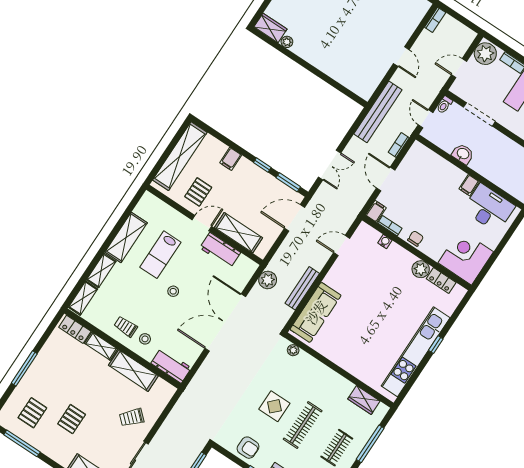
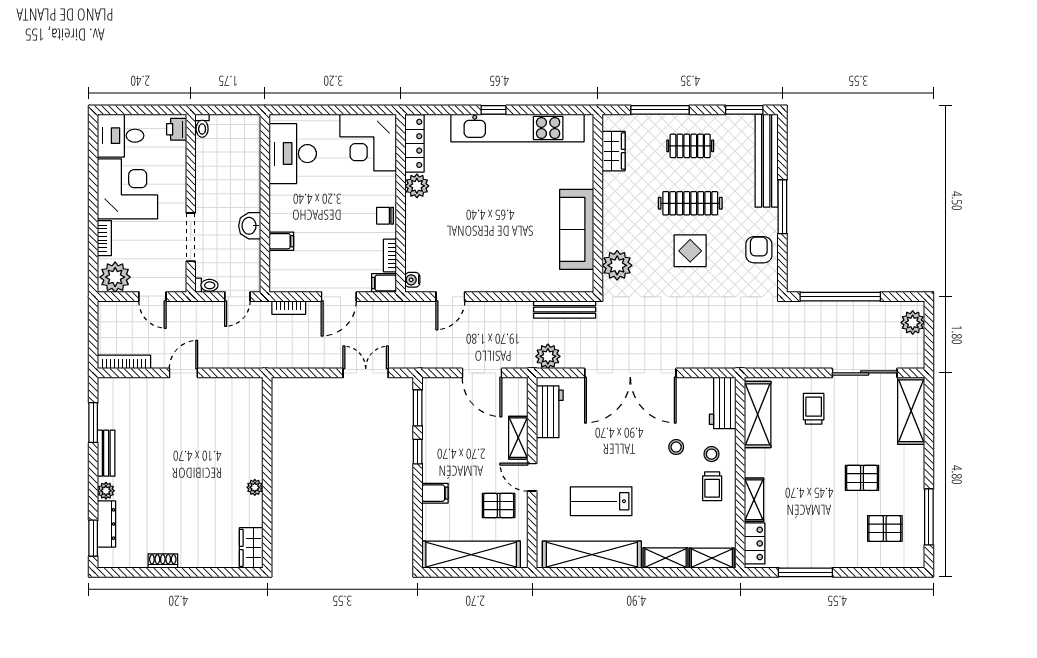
bookcase: (435, 20) -> (124, 362), width x1.56
plant: (287, 42) -> (255, 487), moved
bench: (378, 112) -> (266, 358), removed
filing cabinet: (469, 185) -> (281, 241), moved
door: (295, 218) -> (482, 373), moved
shelving: (238, 233) -> (518, 438), width x0.67, depth x0.75
shelving: (126, 237) -> (592, 555), width x1.47
water cooler: (385, 242) -> (412, 280), moved
door: (342, 246) -> (450, 297), hinge flipped
workbench: (220, 250) -> (550, 412), moved
lab bench: (160, 255) -> (601, 501), turned 180
locker: (441, 281) -> (414, 143), width x1.53
bench: (302, 288) -> (565, 309), moved
stool: (173, 291) -> (676, 447), moved
sofa: (316, 312) -> (577, 229), moved, turned -90
plant: (293, 350) -> (617, 265), width x1.88, depth x1.88
window: (24, 368) -> (805, 572), moved
shelving: (133, 371) -> (758, 414), moved
trolley: (132, 418) -> (814, 409), turned -133

